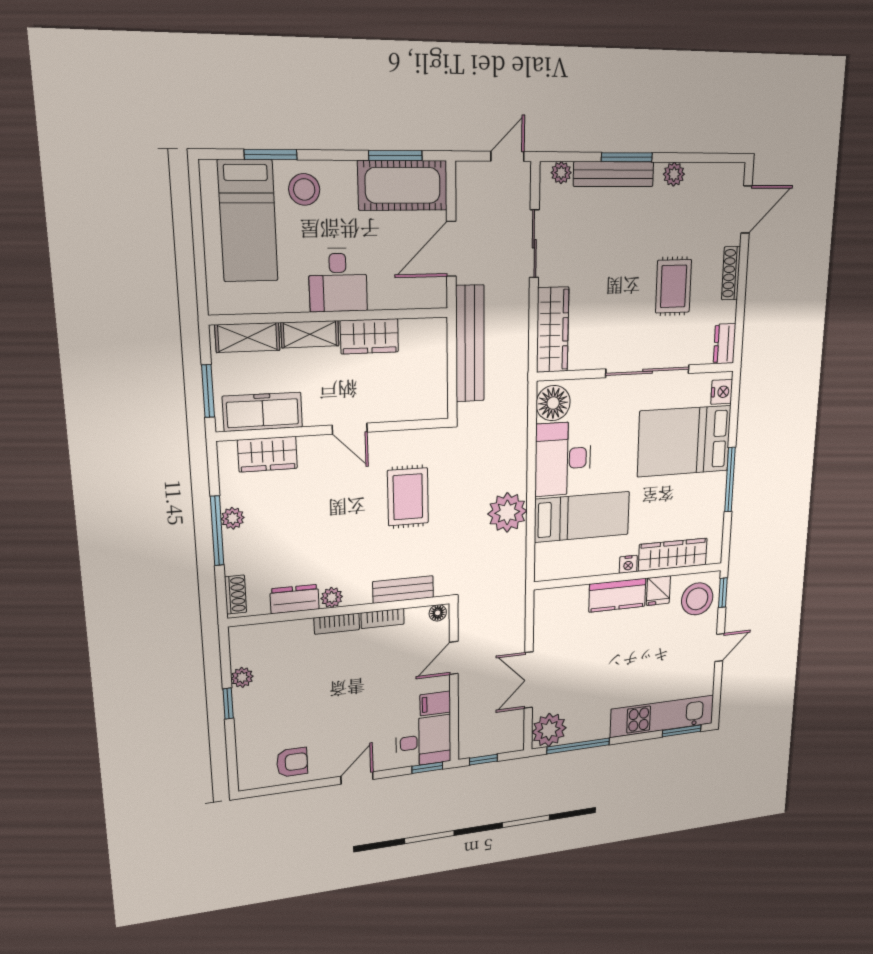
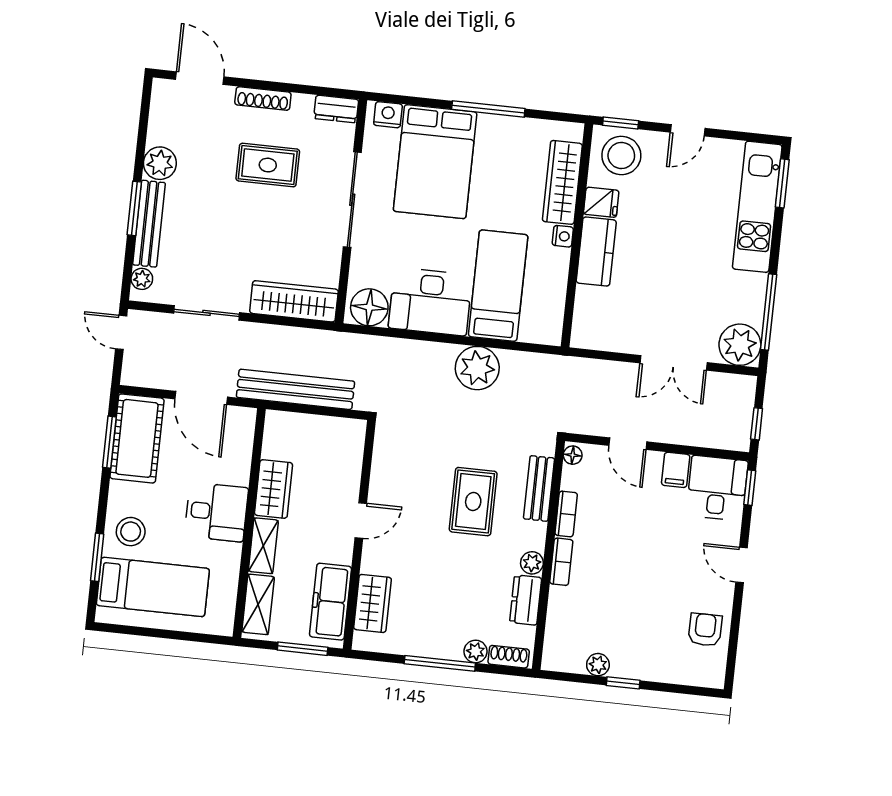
plant: (674, 174) -> (160, 163), width x1.38, depth x1.38
rug: (408, 497) -> (473, 502), moved, turned 90
plant: (233, 518) -> (475, 651), moved
door: (720, 648) -> (688, 130), swing flipped

